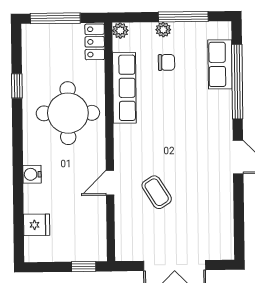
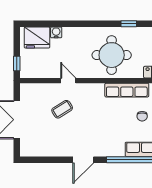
water cooler: (32, 174) -> (56, 32), moved
fridge: (37, 225) -> (37, 38), width x1.88, depth x1.34

